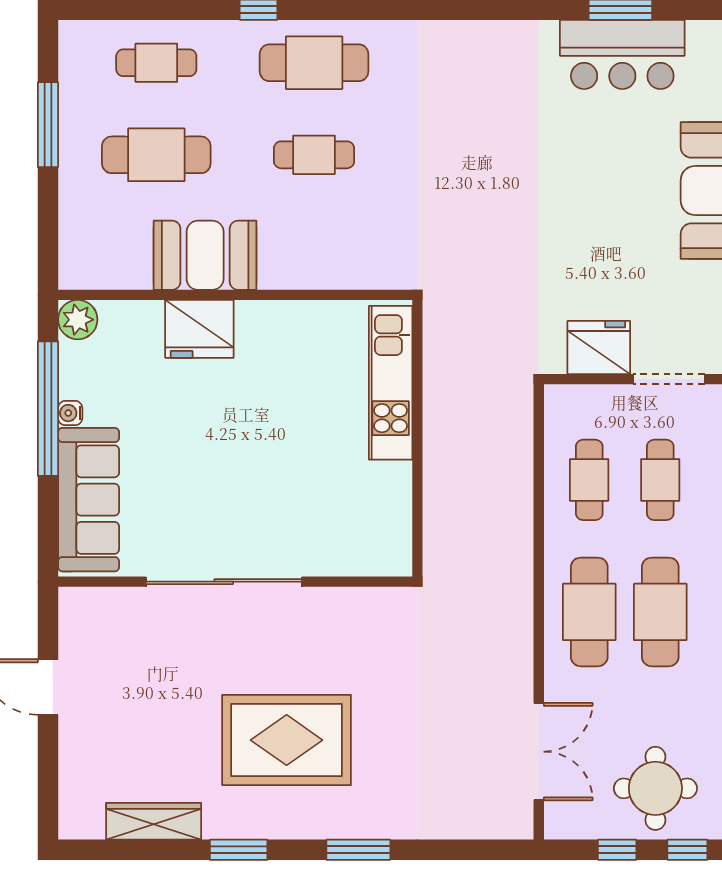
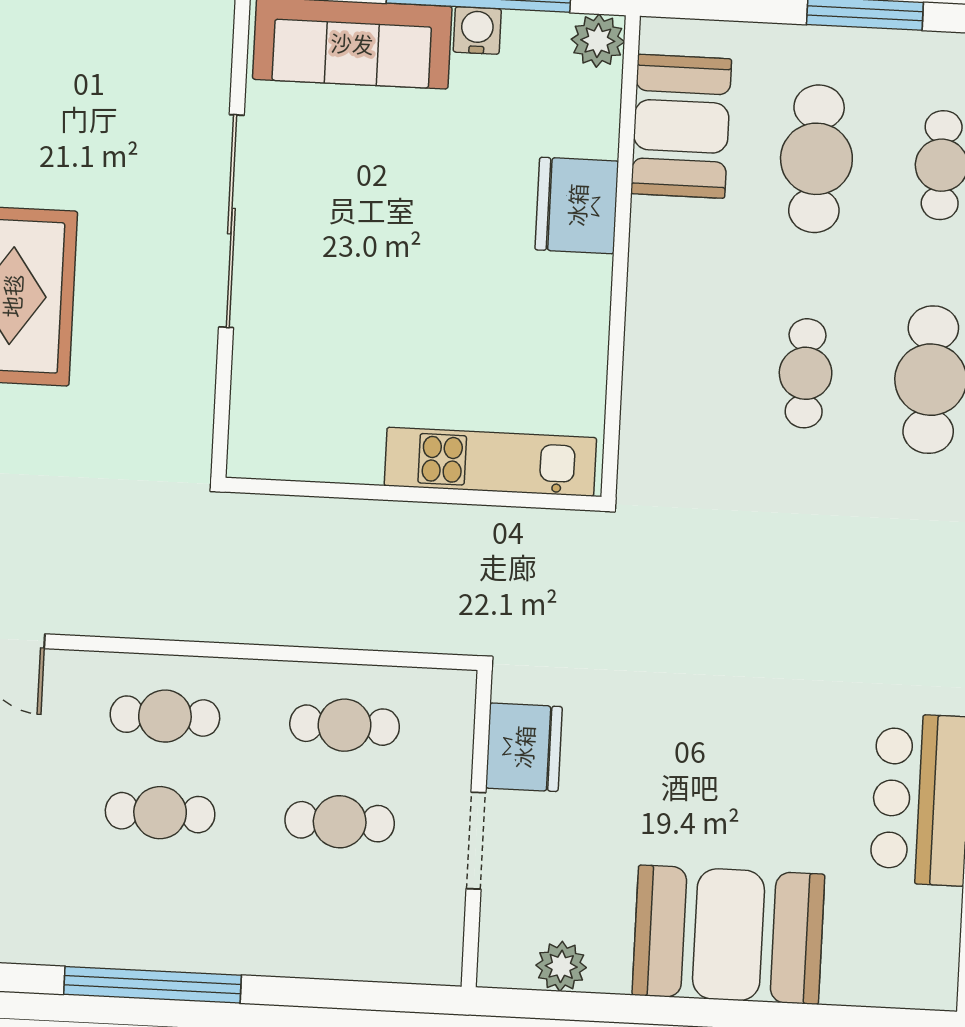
booth: (205, 255) -> (681, 126), moved
water cooler: (70, 413) -> (477, 31), width x1.38, depth x1.38
cafe table: (589, 612) -> (165, 716), width x0.73, depth x0.74
cafe table: (660, 612) -> (160, 813), width x0.73, depth x0.74

